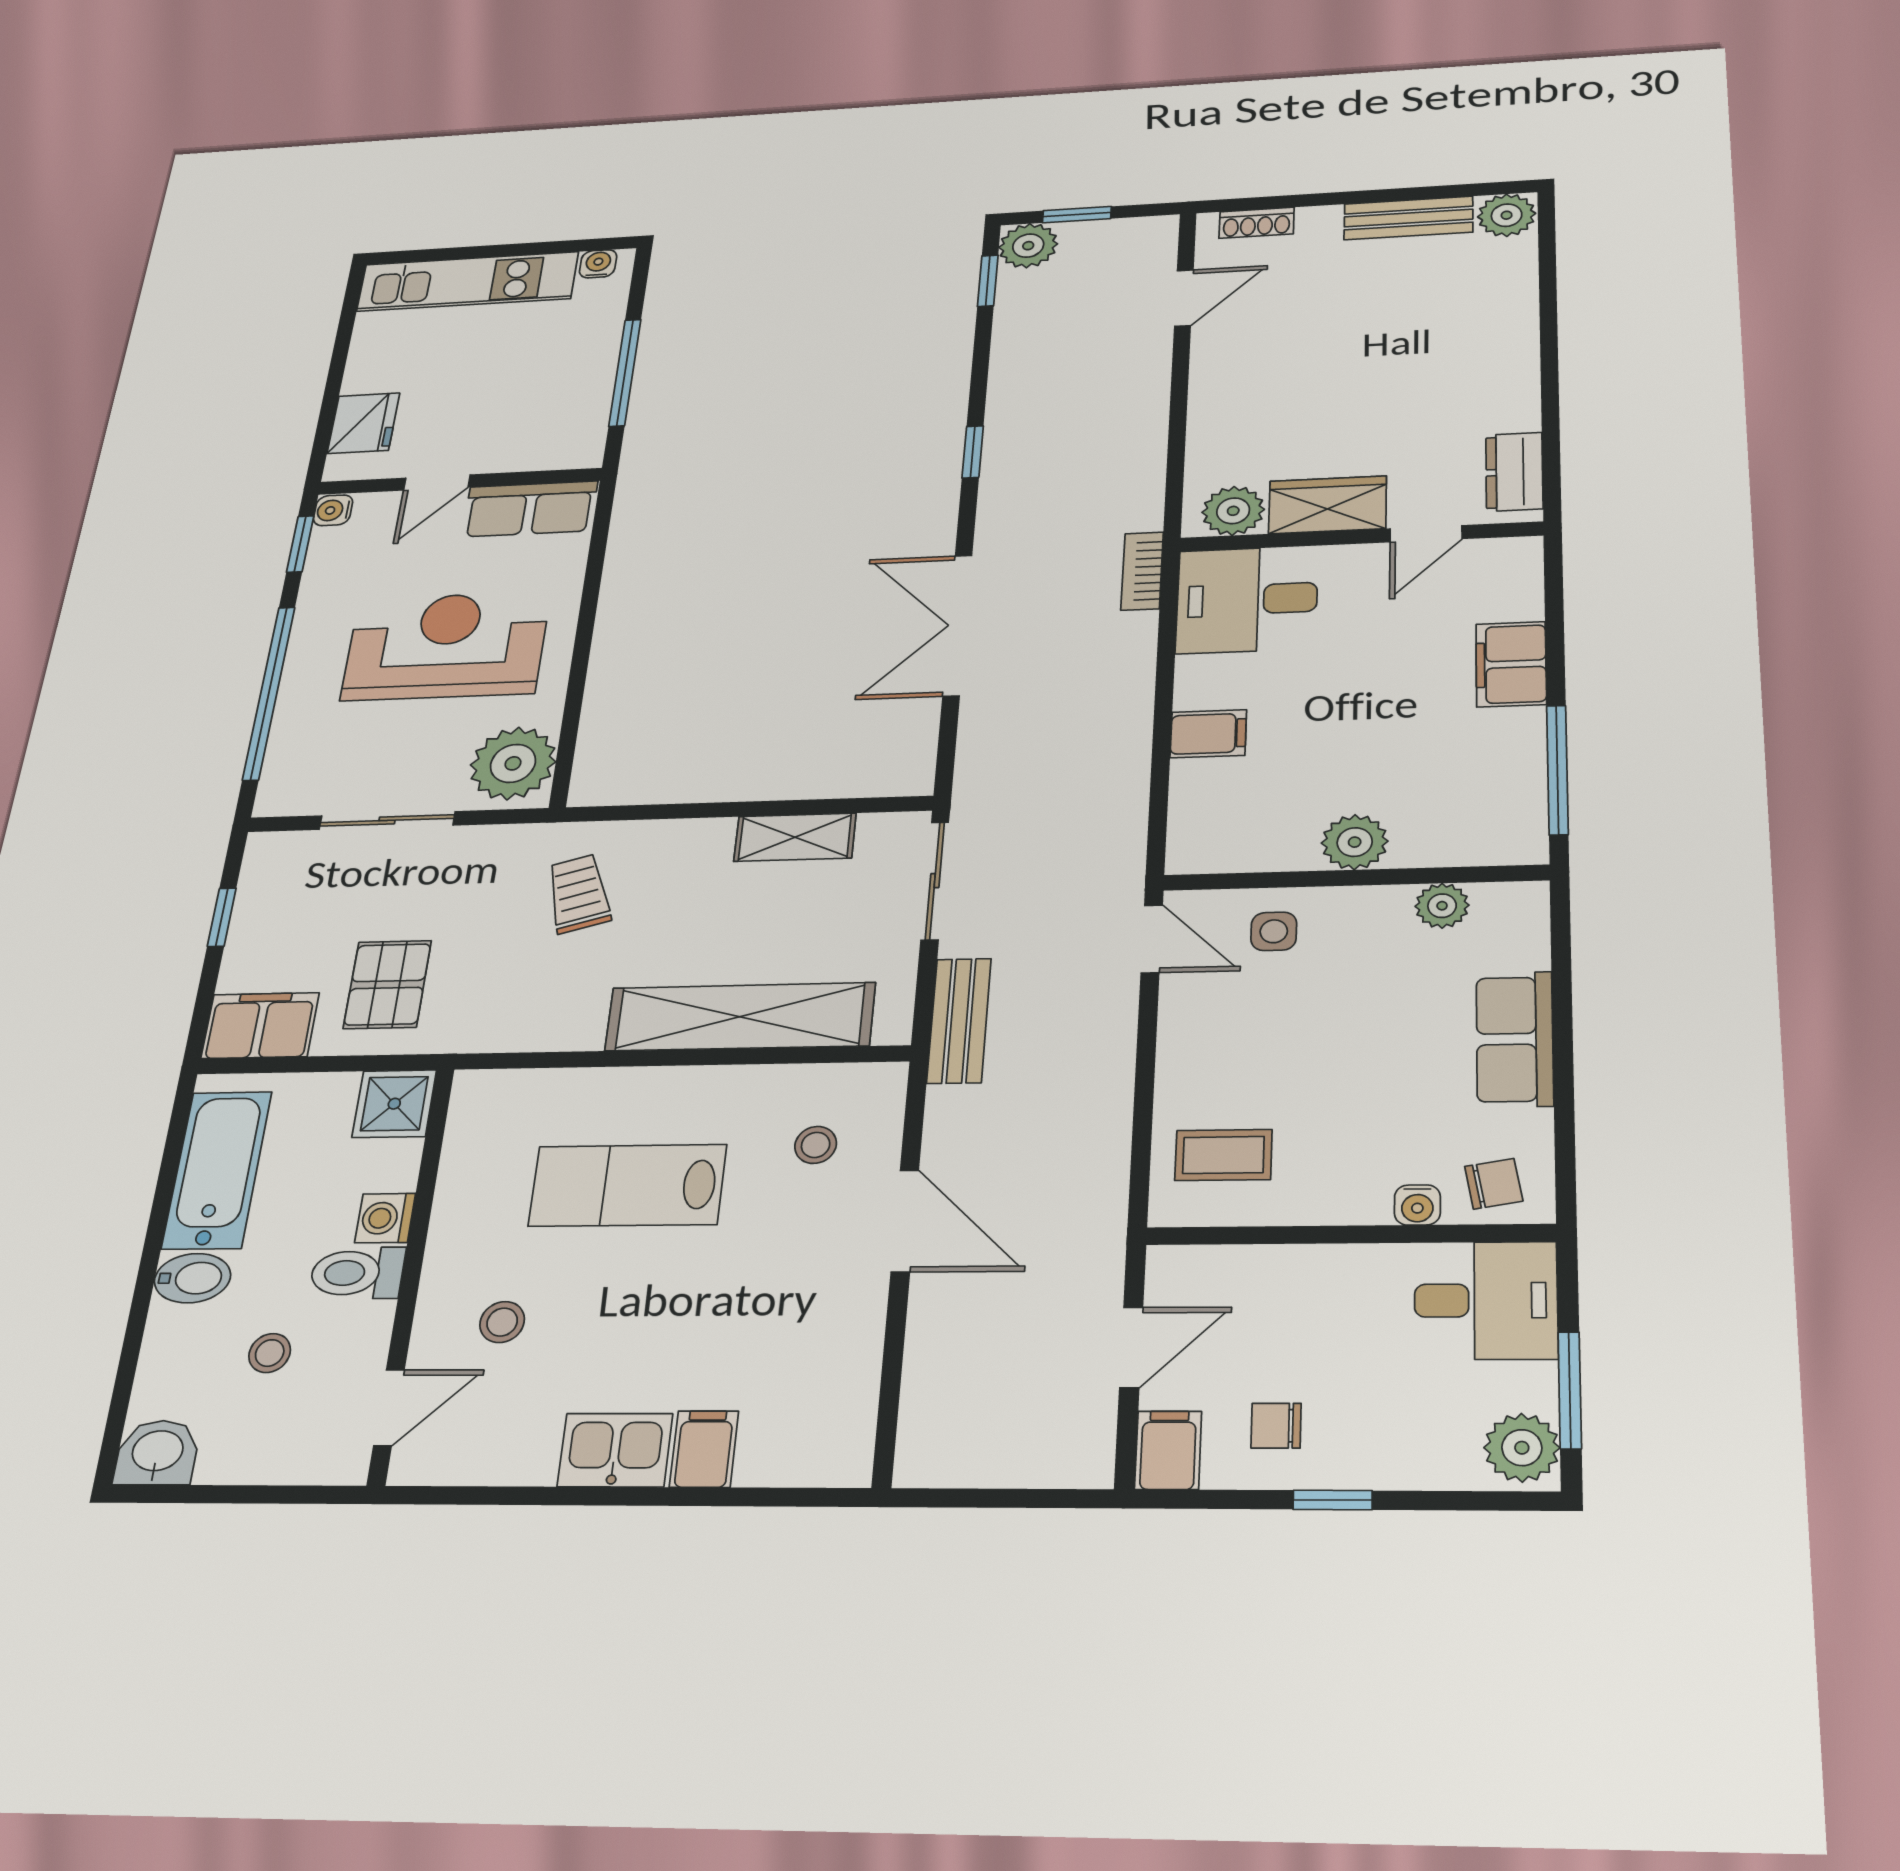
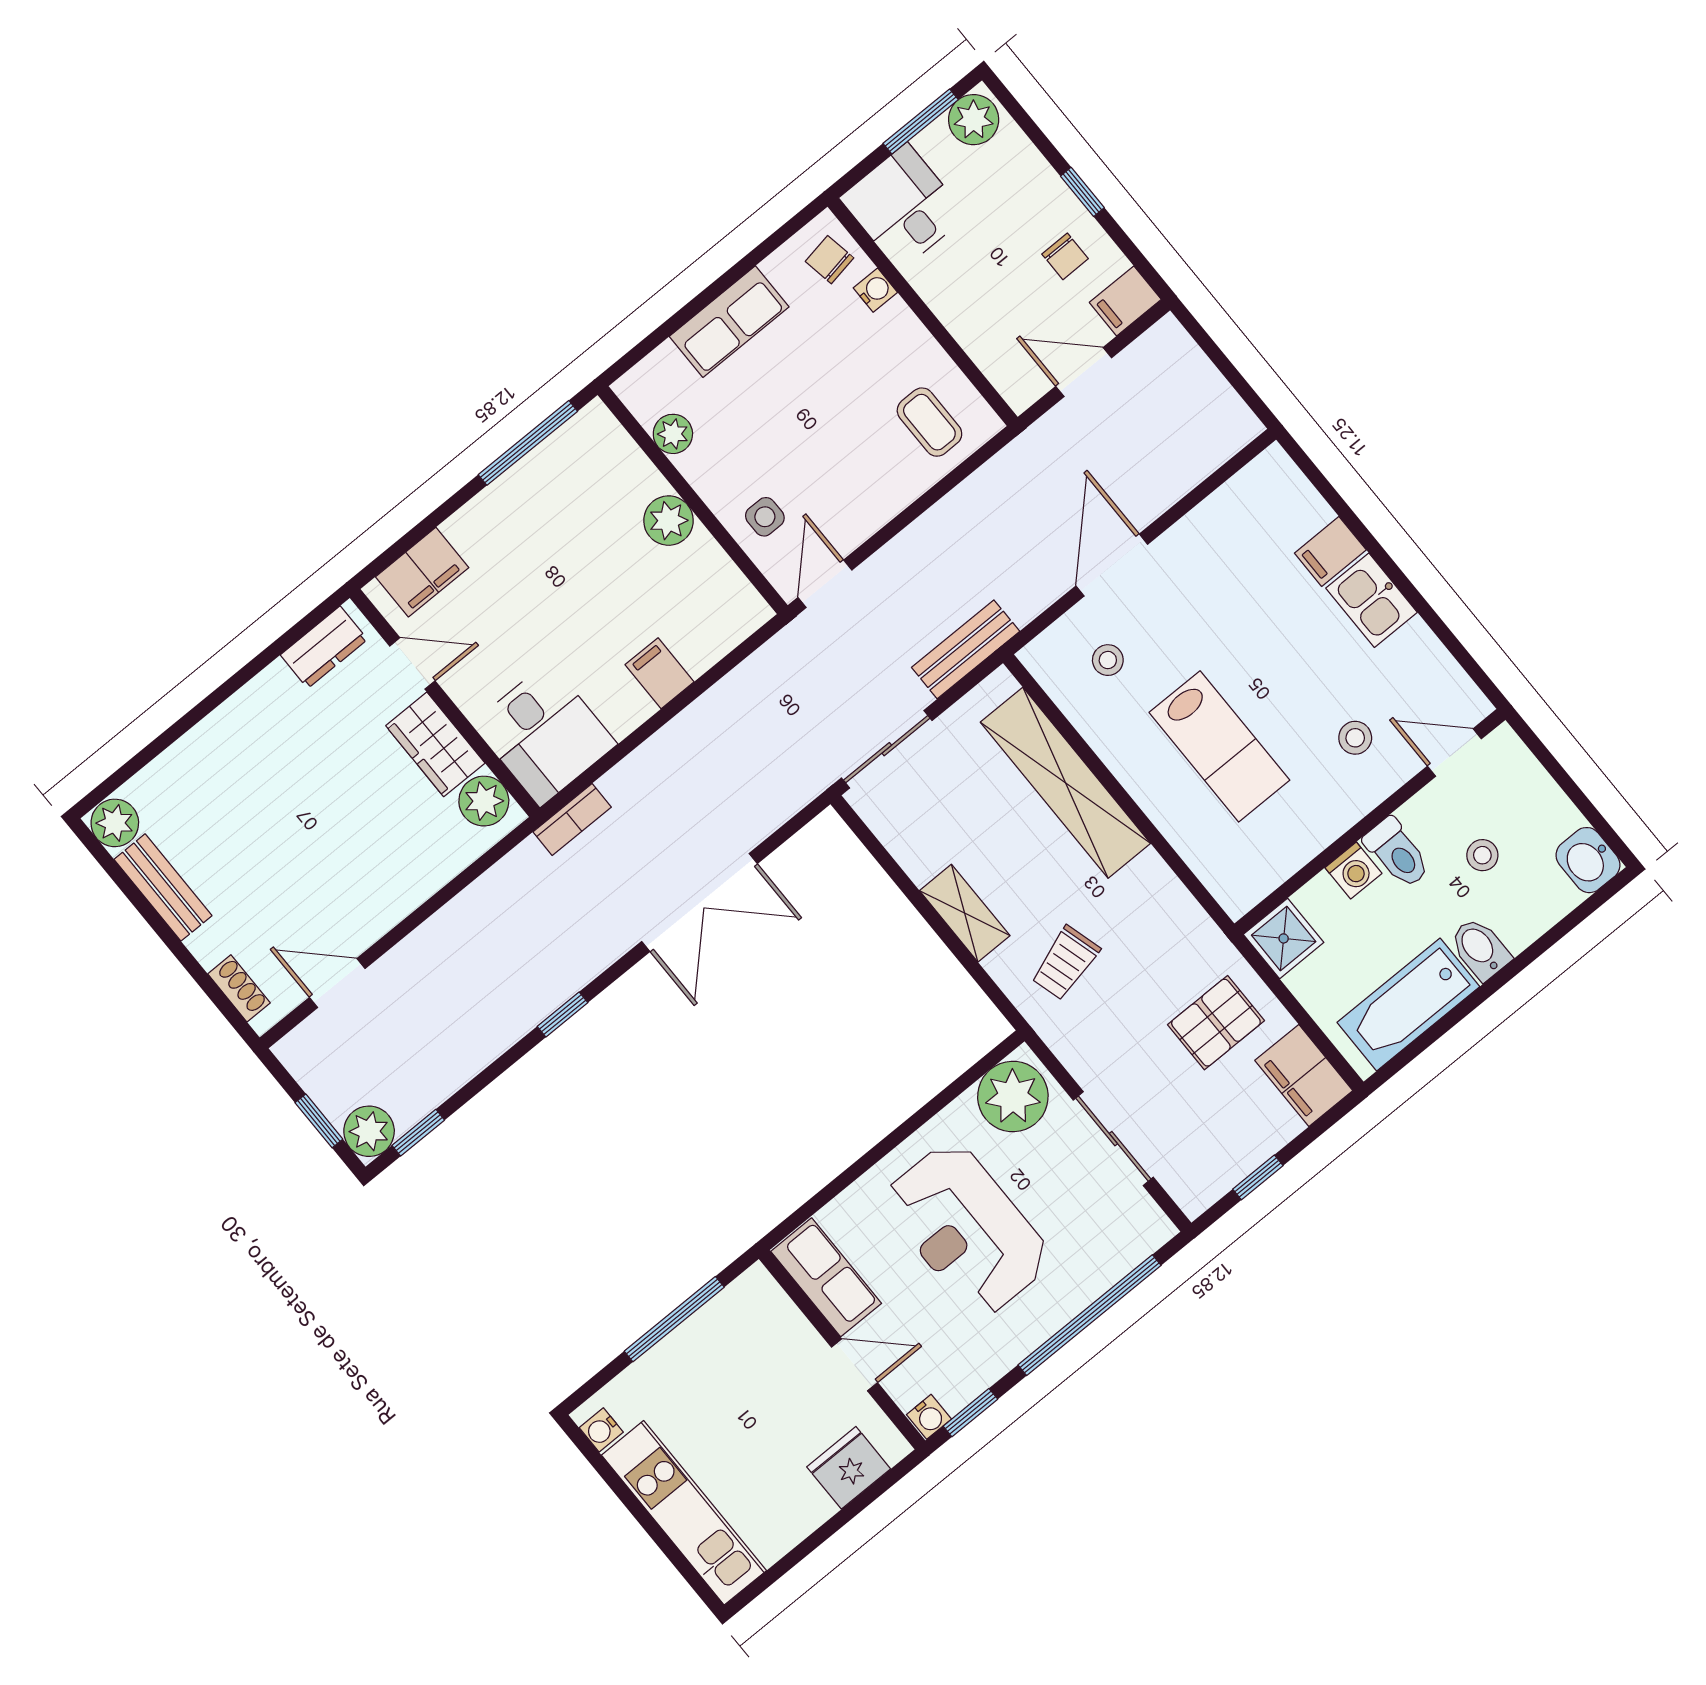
filing cabinet: (1511, 664) -> (422, 572), moved
shelving: (795, 837) -> (965, 913), moved

